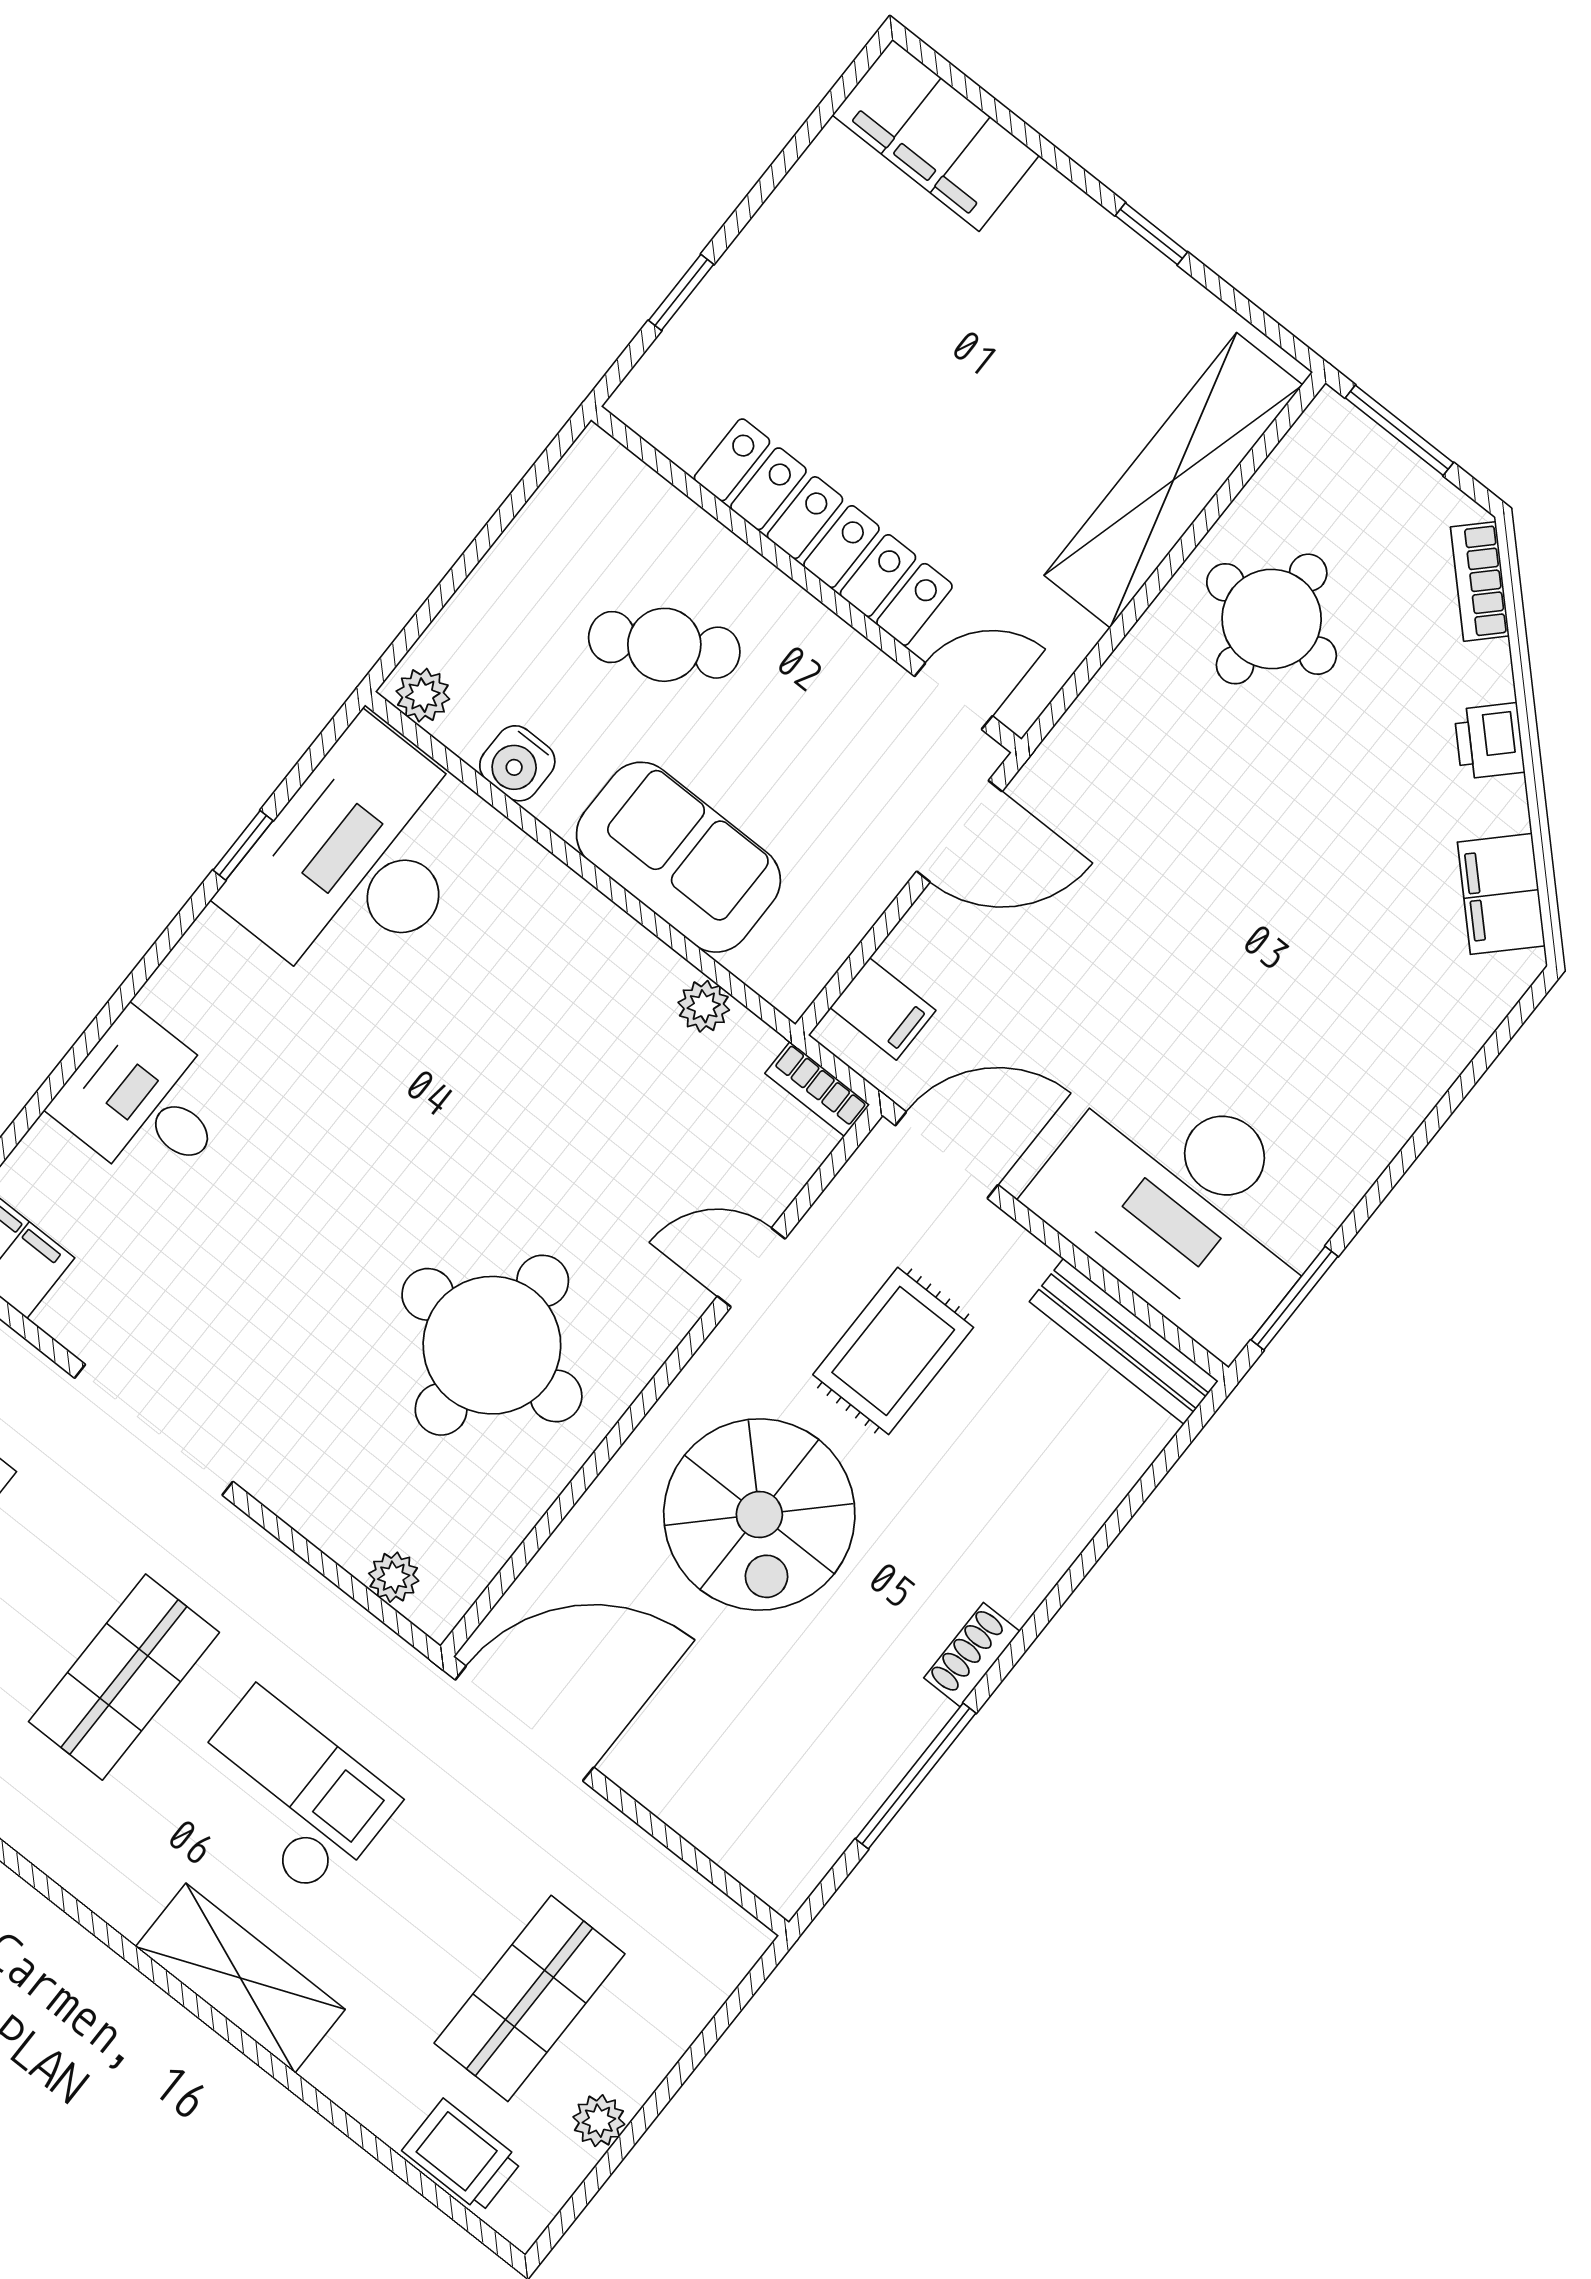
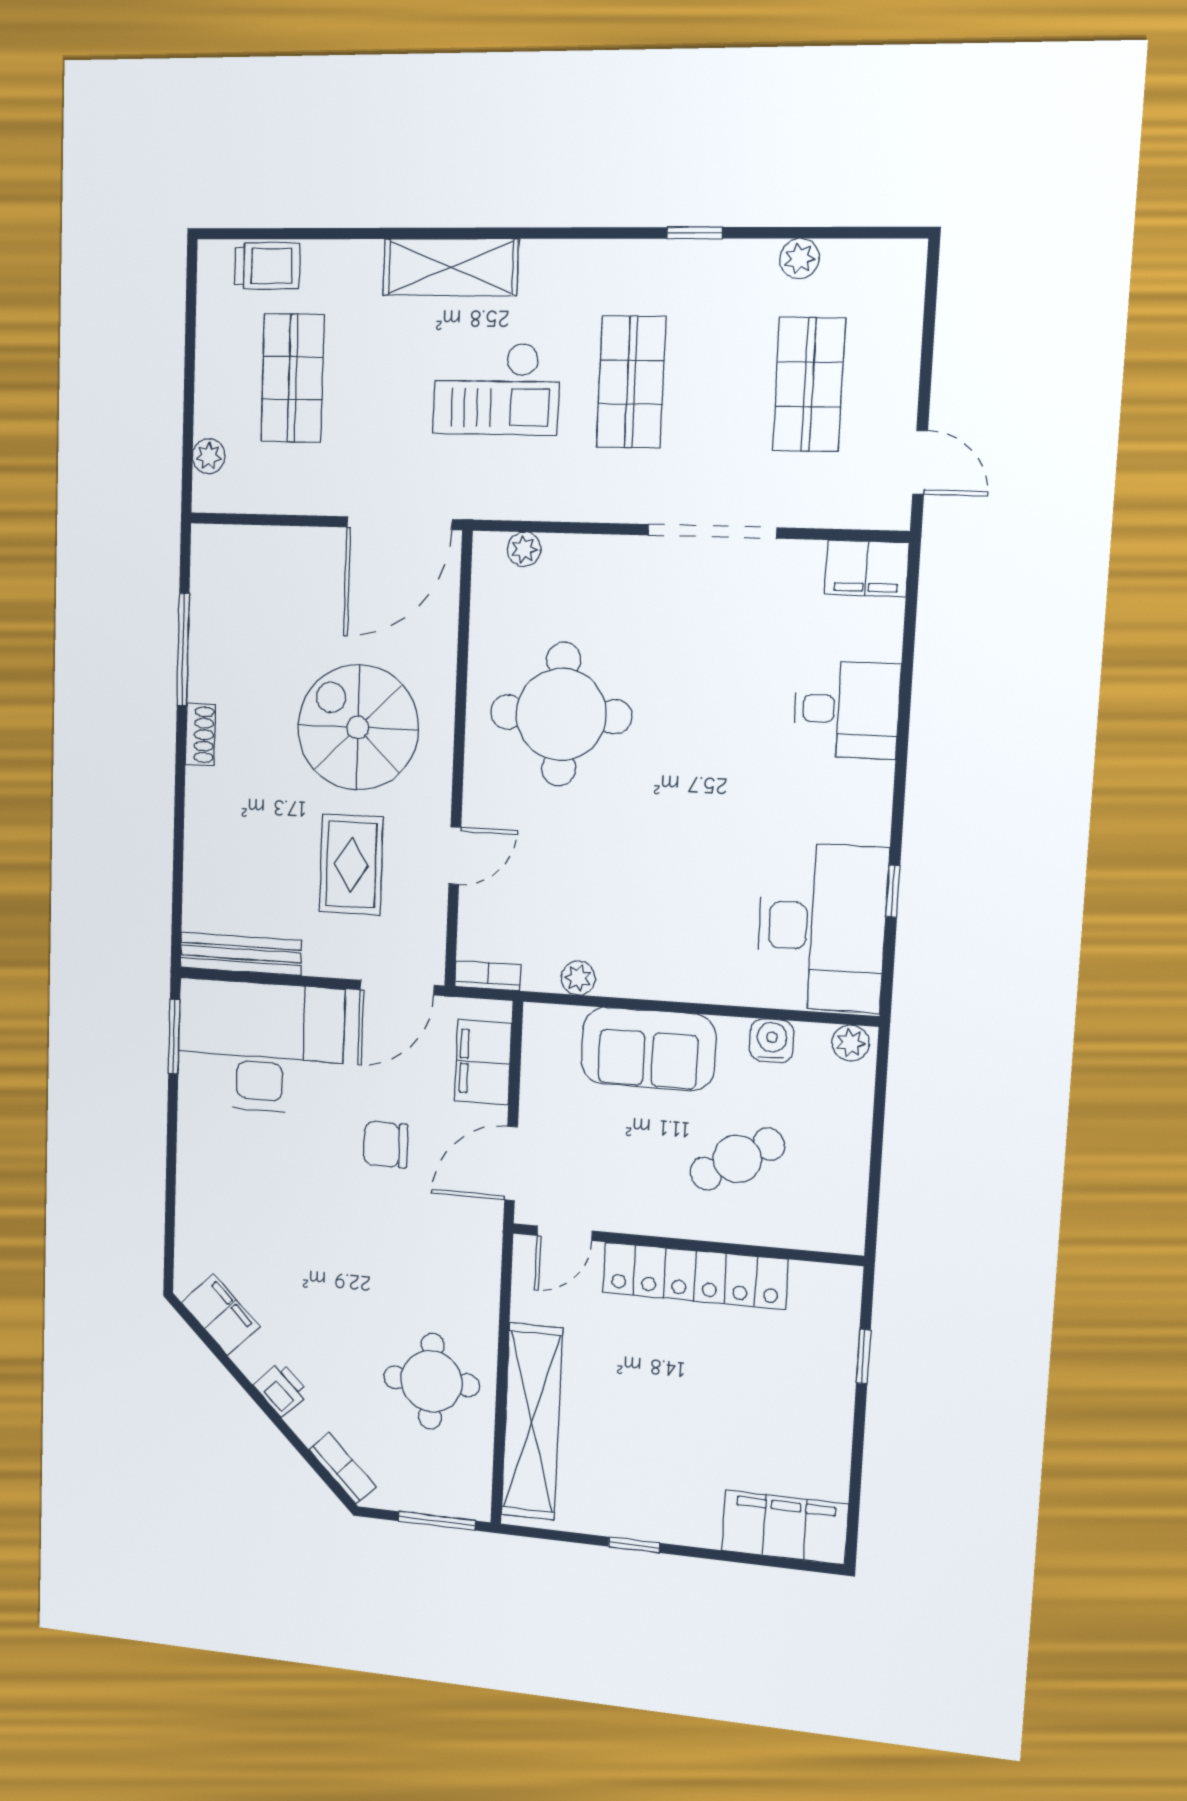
chair: (1108, 966) -> (386, 1145), added
filing cabinet: (883, 1009) -> (483, 1062), width x2.00
plant: (599, 2121) -> (209, 456), moved

